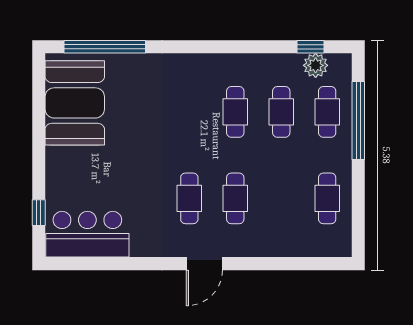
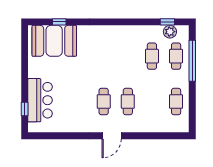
window: (105, 47) -> (59, 22), width x0.32
booth: (75, 103) -> (54, 41), moved, turned 90
cafe table: (235, 112) -> (128, 56), removed
bar counter: (87, 234) -> (40, 100), moved, turned 90

